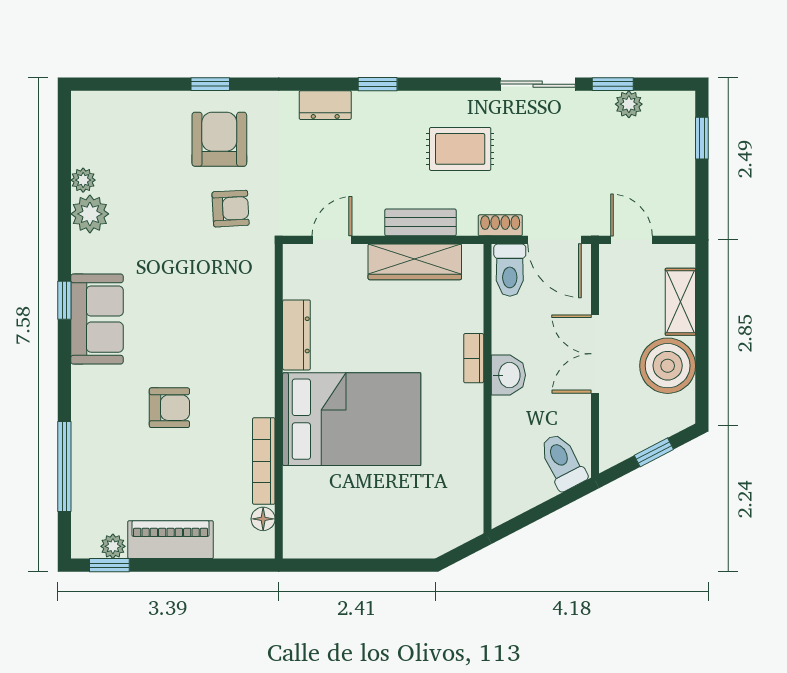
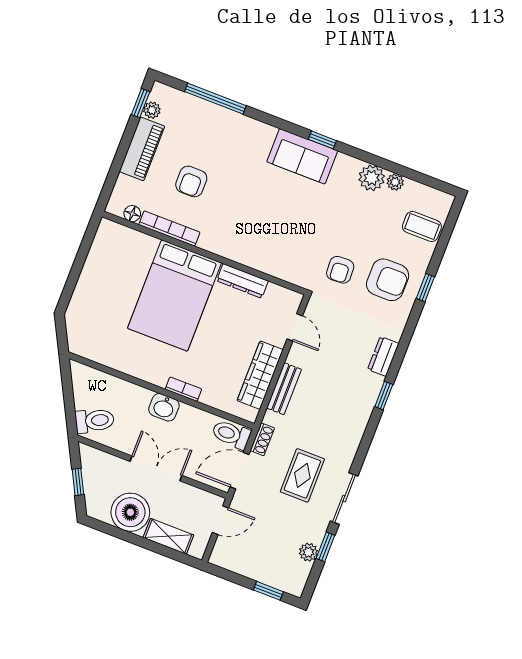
coffee table: (129, 121) -> (422, 227), added
rug: (460, 149) -> (302, 475), moved
armchair: (169, 408) -> (191, 181), moved

